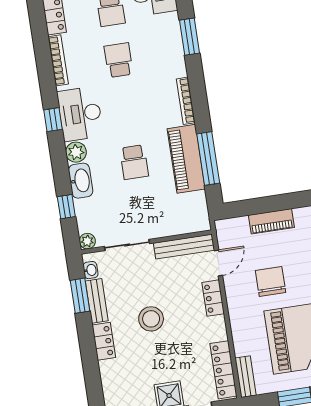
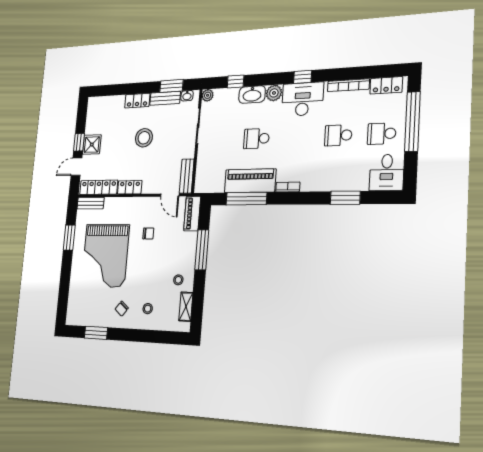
school desk: (119, 60) -> (338, 135), turned 180
bookcase: (186, 101) -> (288, 187), width x0.64
window: (278, 203) -> (202, 250), added
piano: (271, 221) -> (192, 214), moved
bench: (184, 247) -> (187, 176), width x0.73
chair: (271, 282) -> (148, 233), width x0.54, depth x0.54
locker: (213, 298) -> (130, 187), moved

